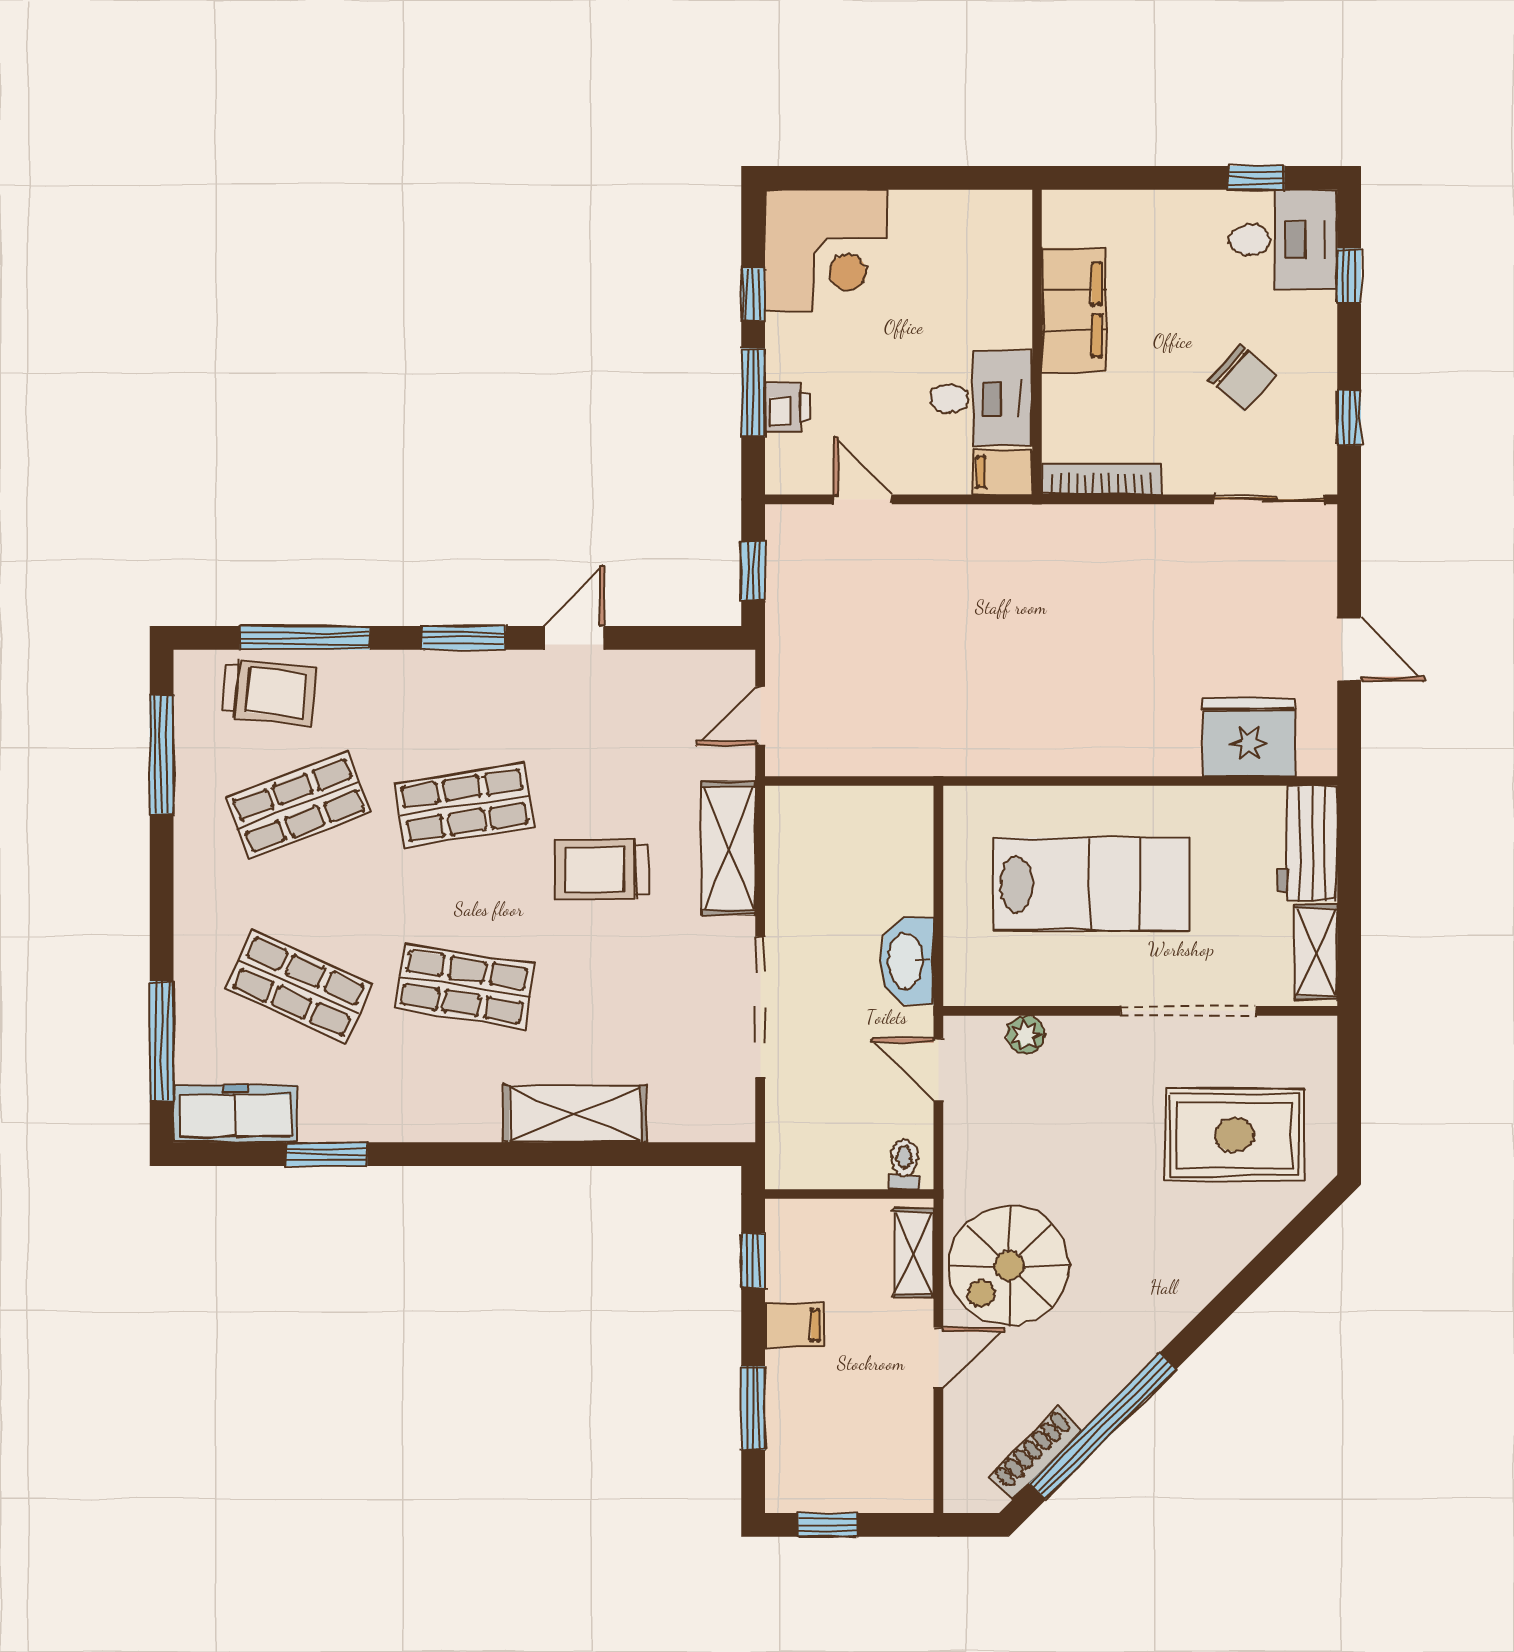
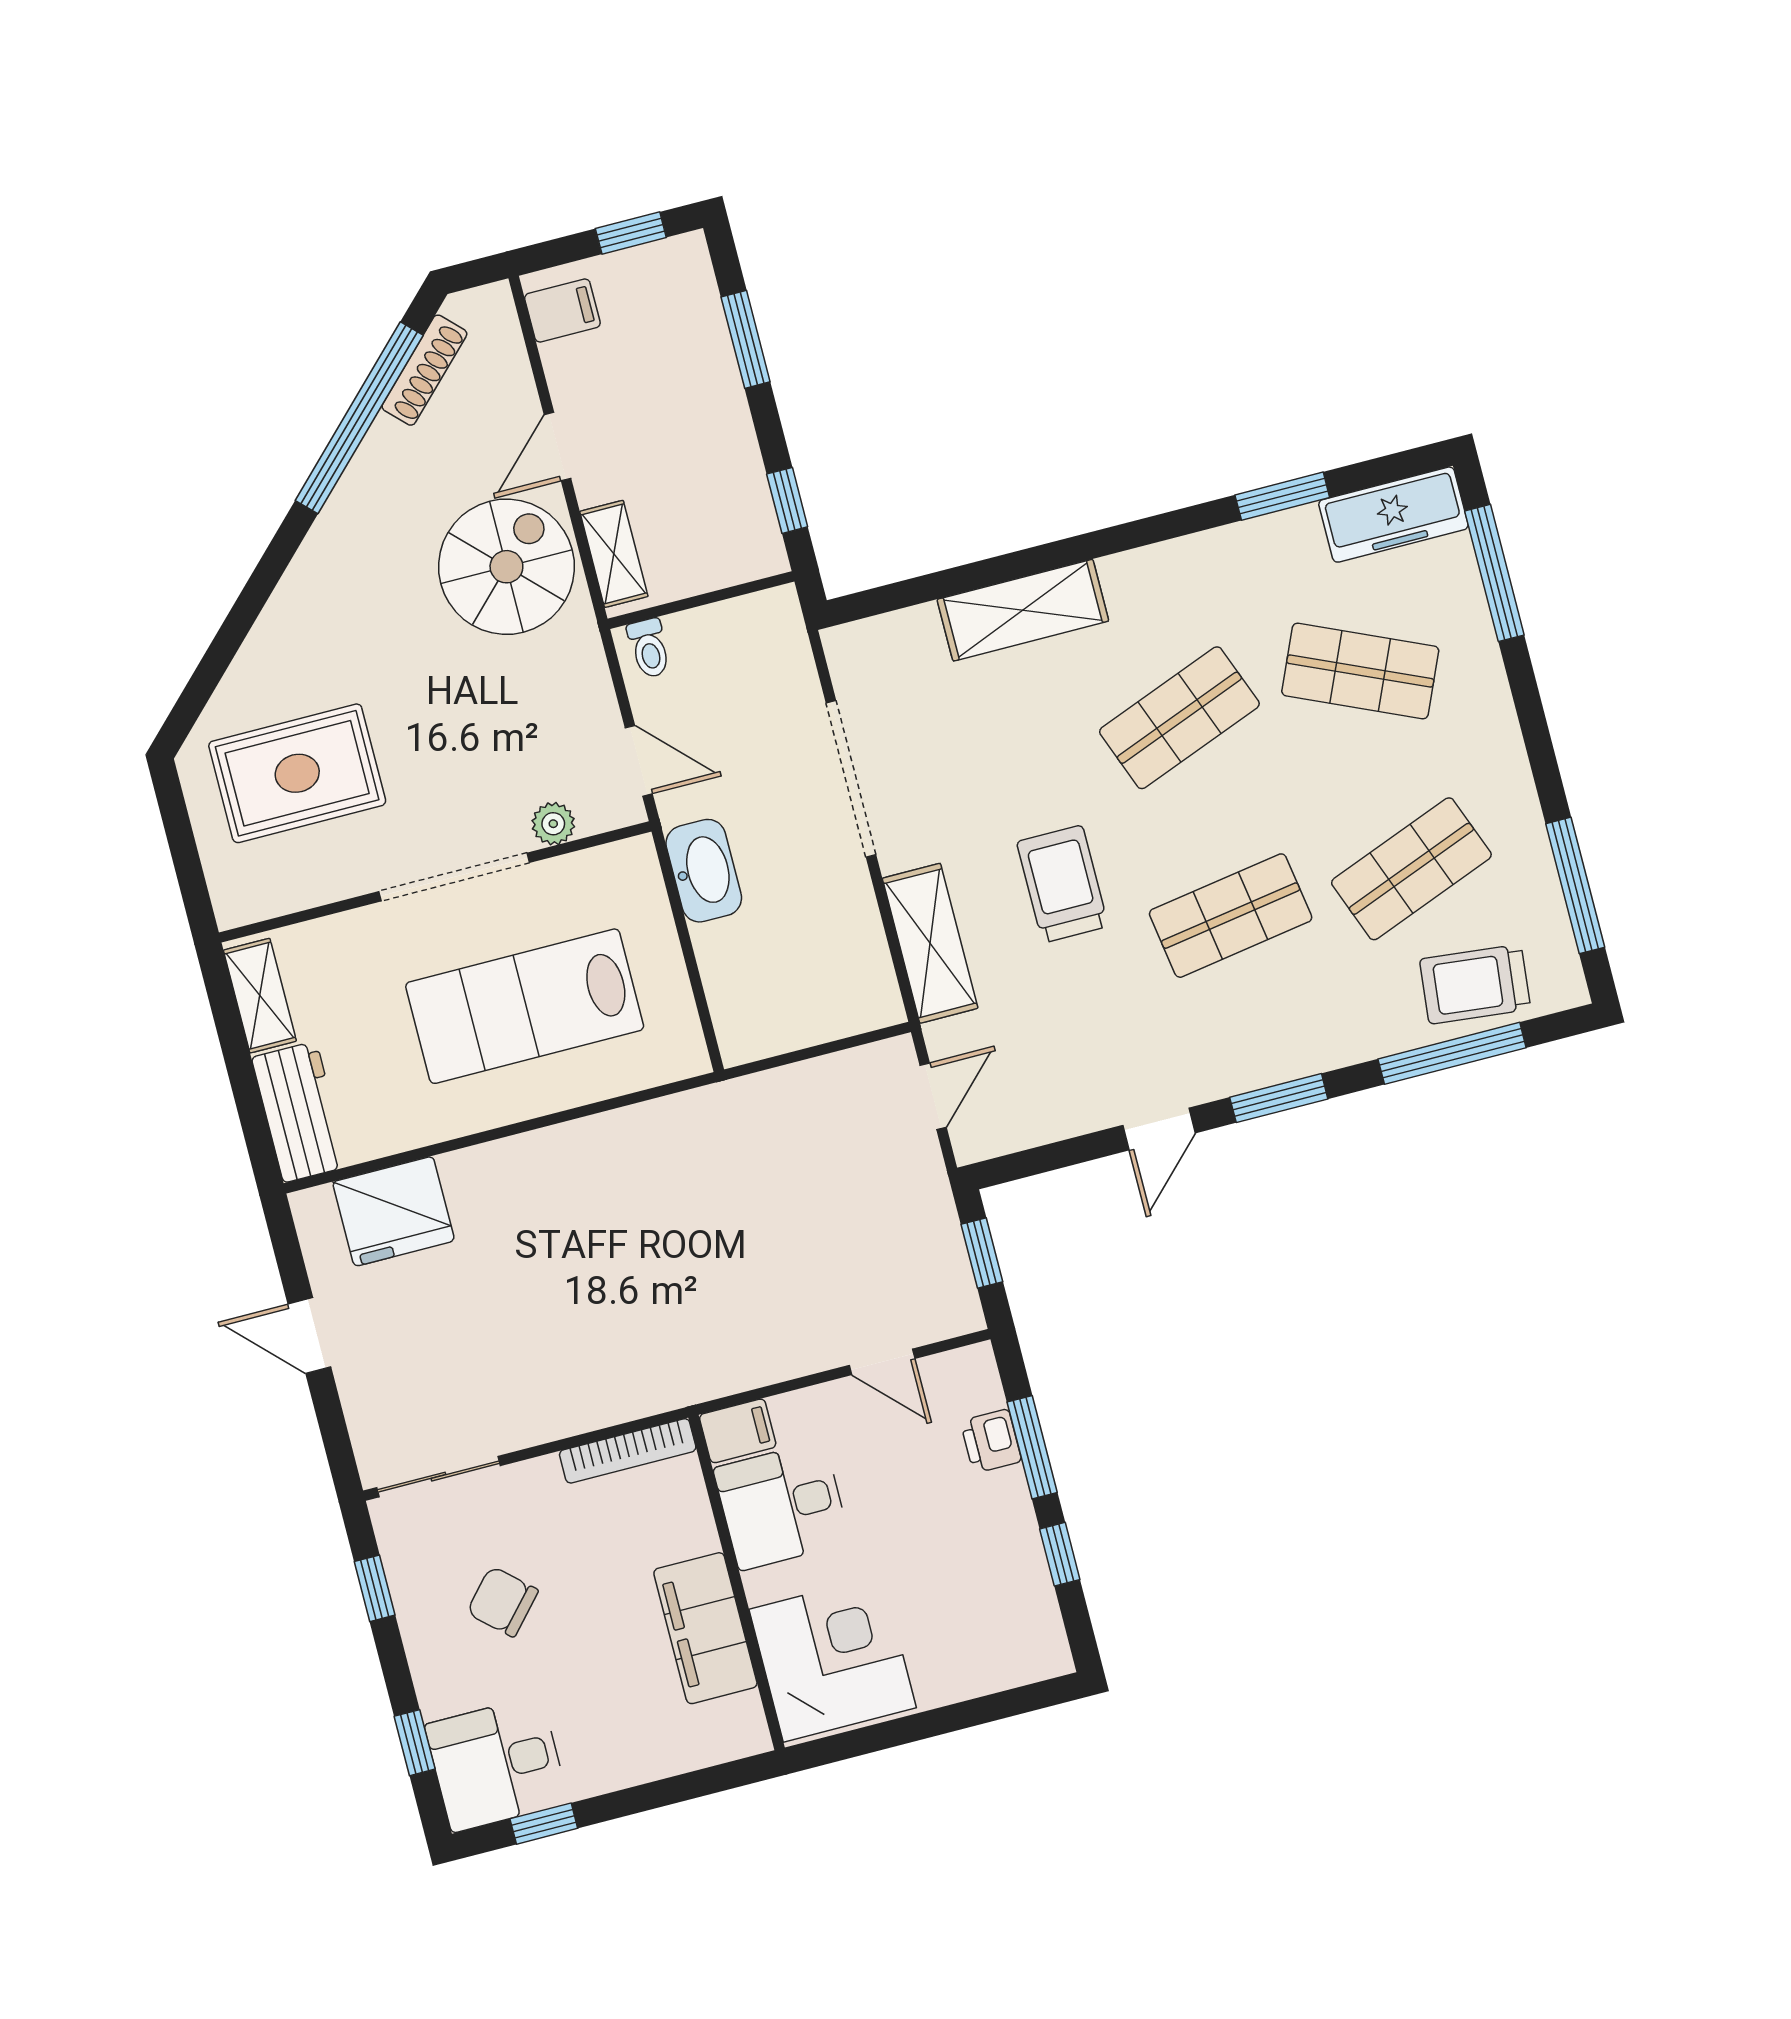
corner desk: (826, 251) -> (833, 1659), moved, turned 90
trolley: (602, 870) -> (1062, 884), turned -90
shop shelf: (464, 987) -> (1179, 718), turned -30
doorway: (1188, 1011) -> (454, 877), moved
filing cabinet: (795, 1325) -> (562, 310), moved, turned 180

